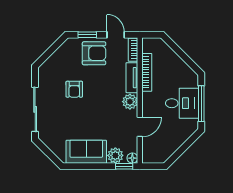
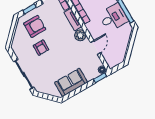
armchair: (94, 53) -> (35, 26), moved
plant: (115, 155) -> (91, 74), removed

